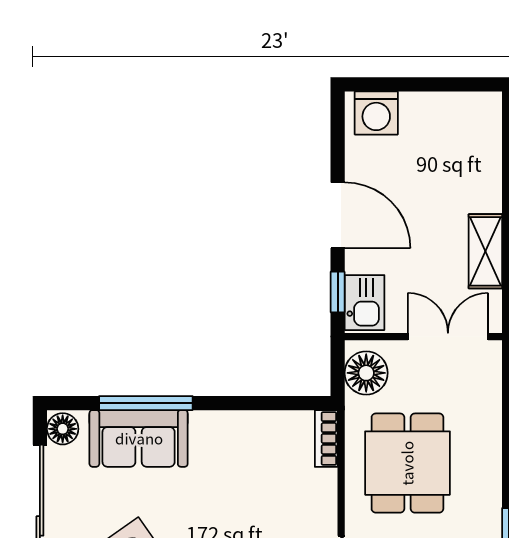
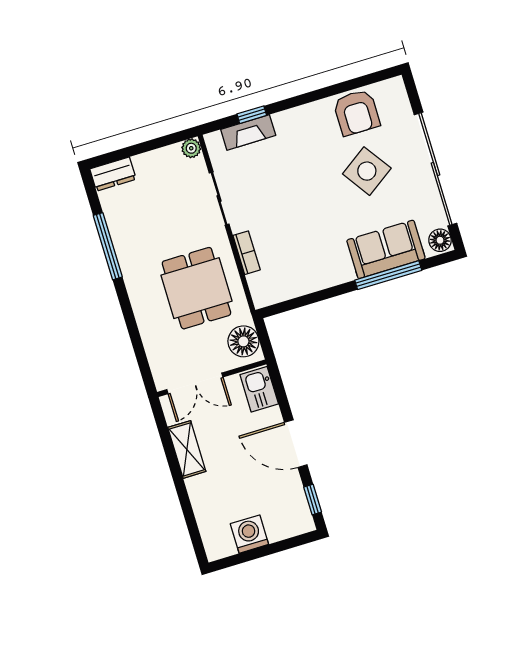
washing machine: (376, 113) -> (249, 534), moved
window: (338, 292) -> (313, 500), moved
bookcase: (326, 439) -> (247, 253), moved

